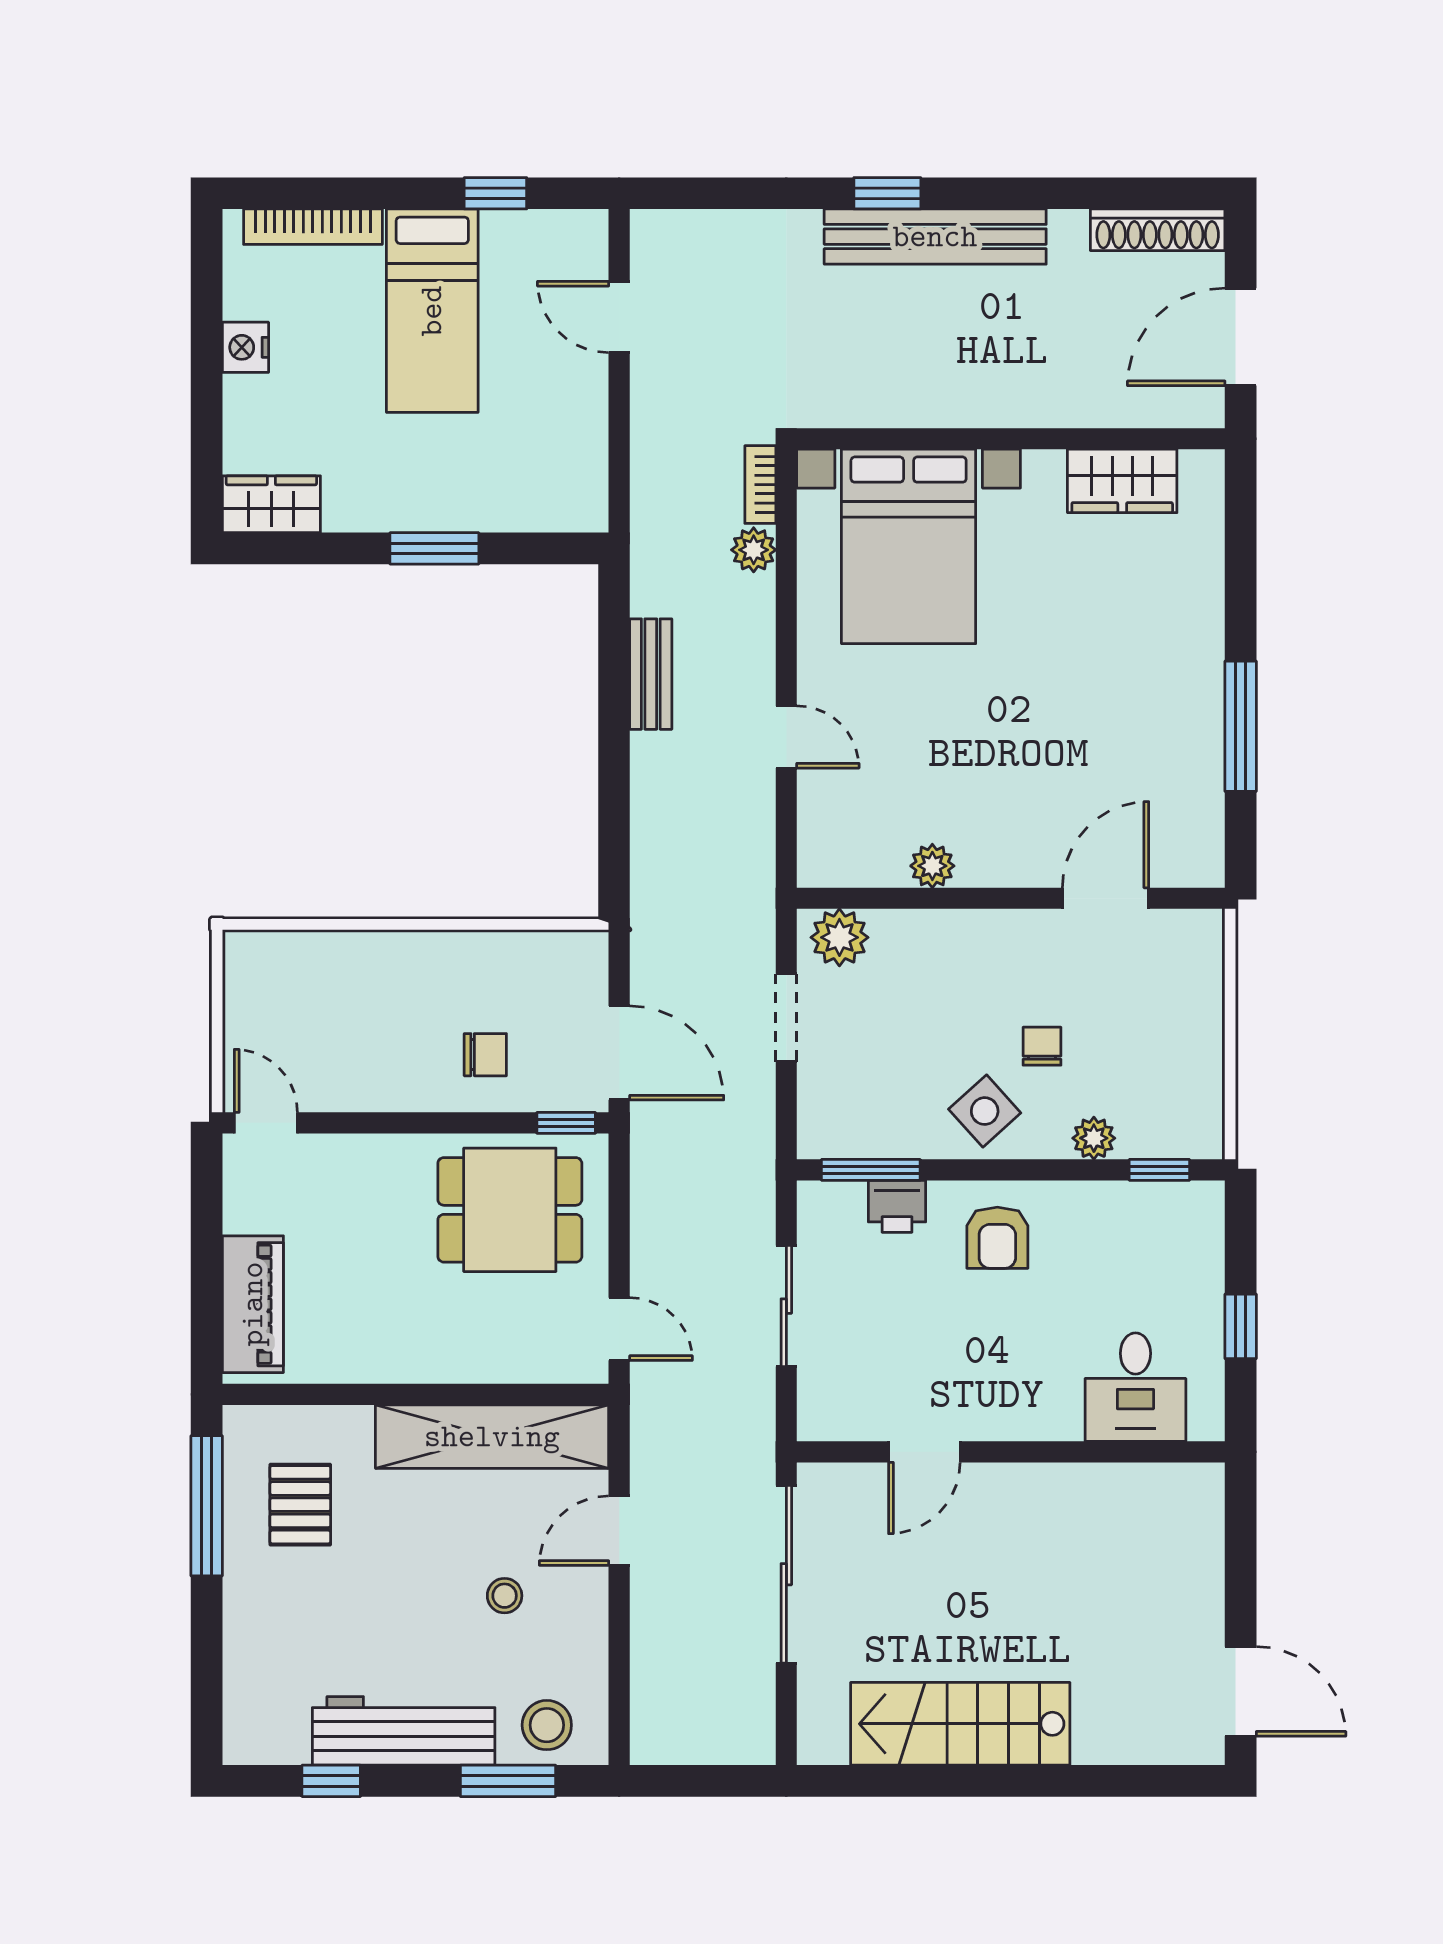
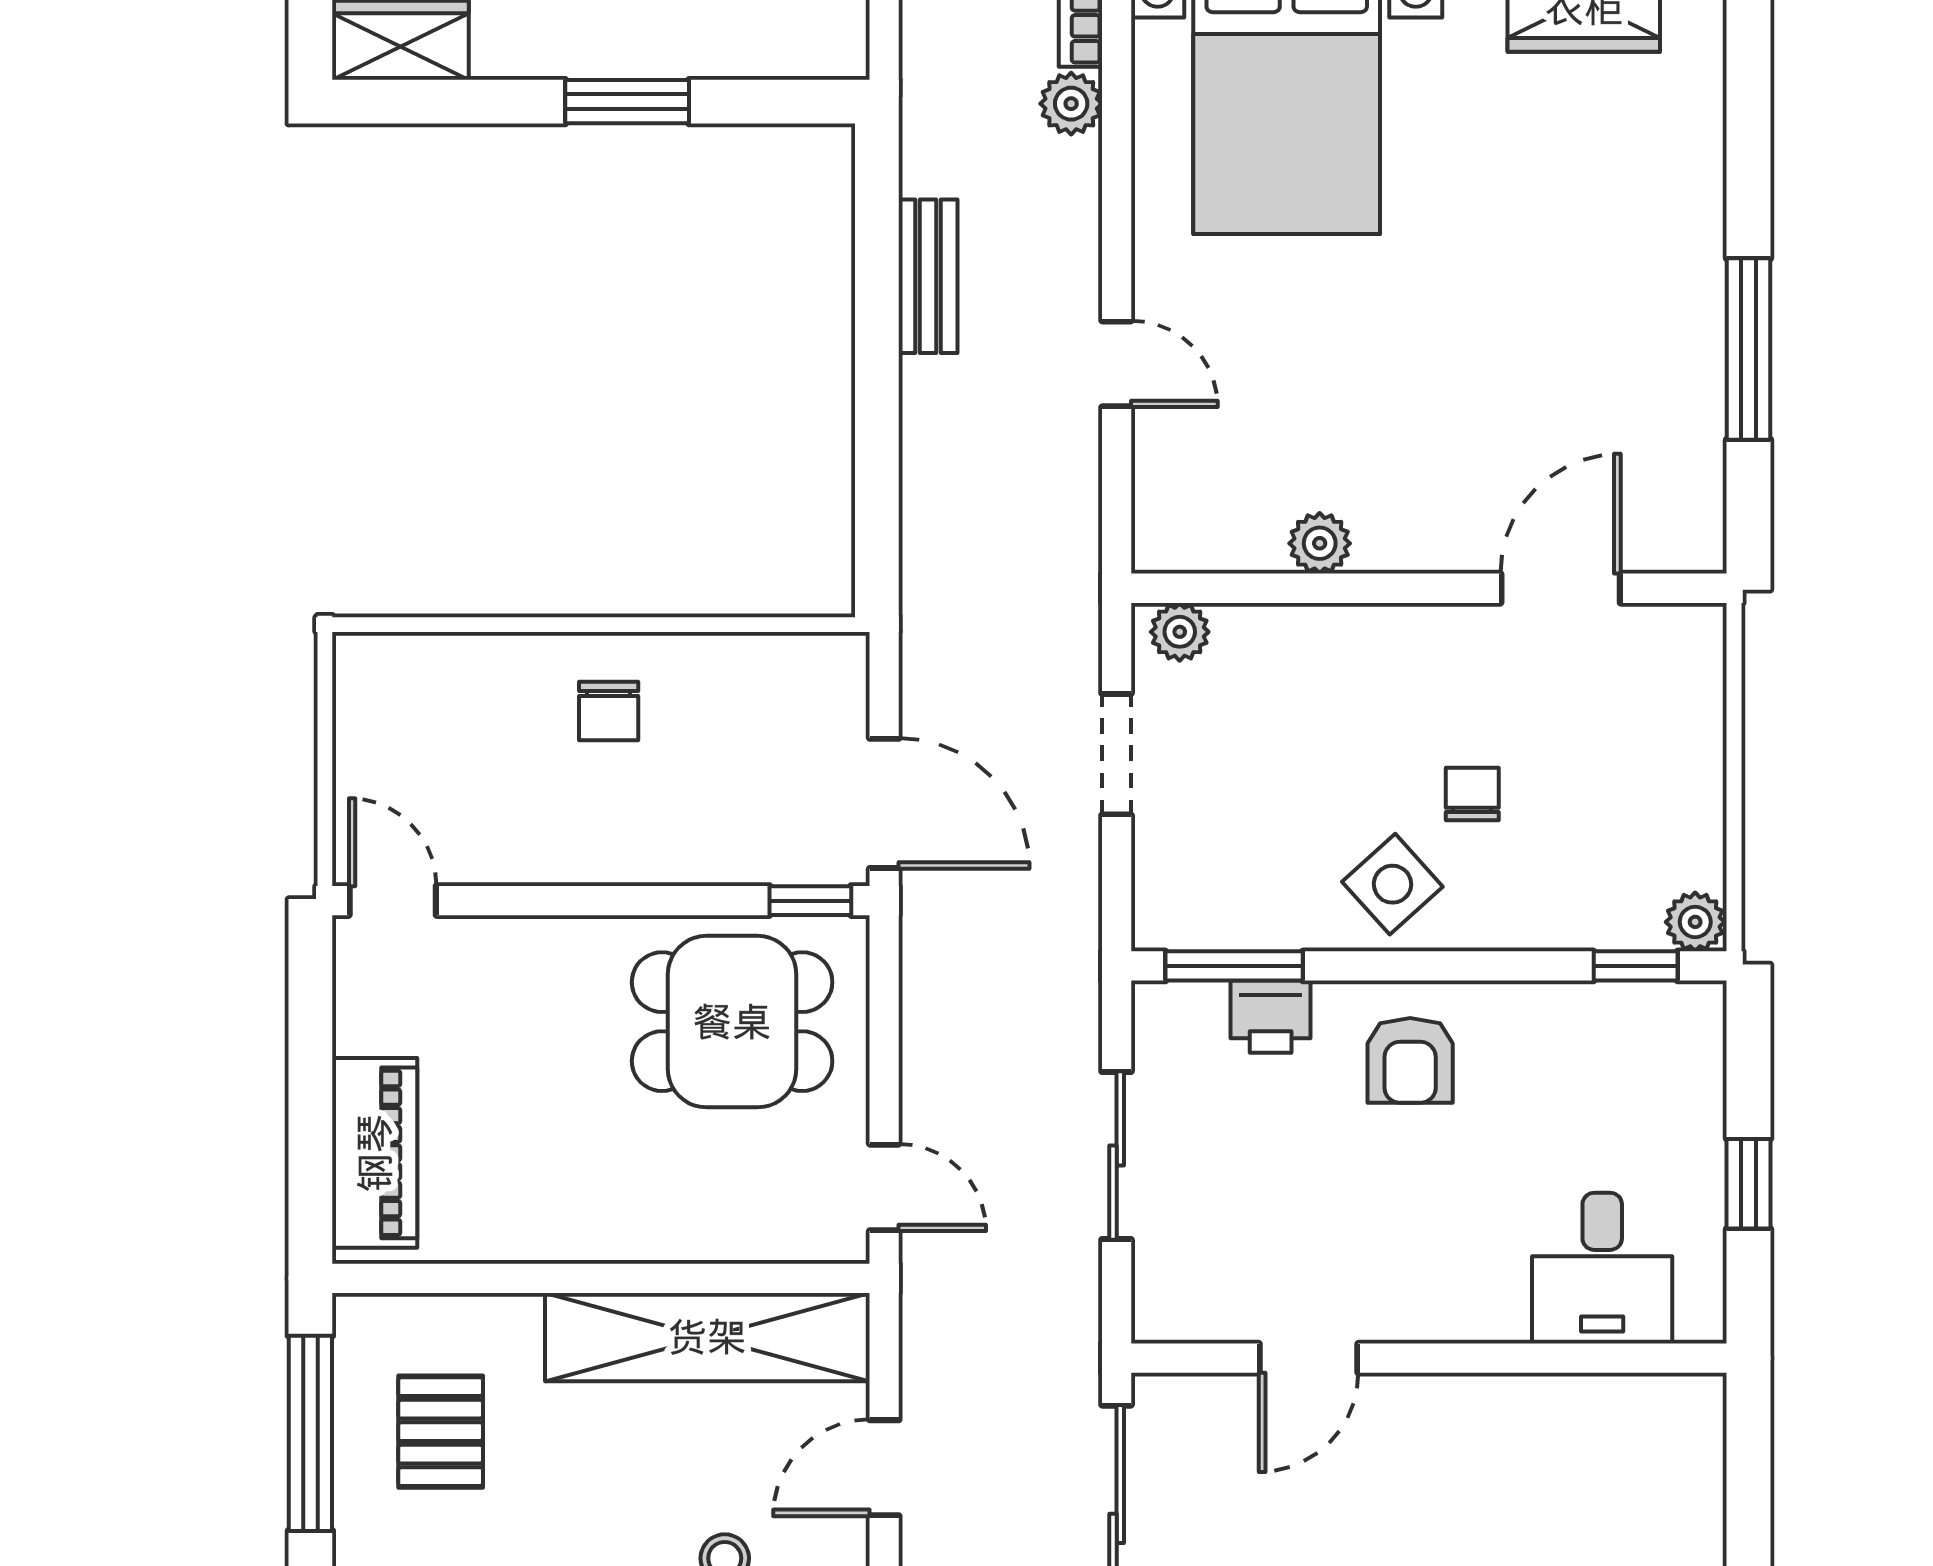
plant: (839, 937) -> (1180, 632), width x0.73, depth x0.73
chair: (485, 1055) -> (609, 711), moved, turned 90
plant: (1094, 1138) -> (1695, 922), moved

